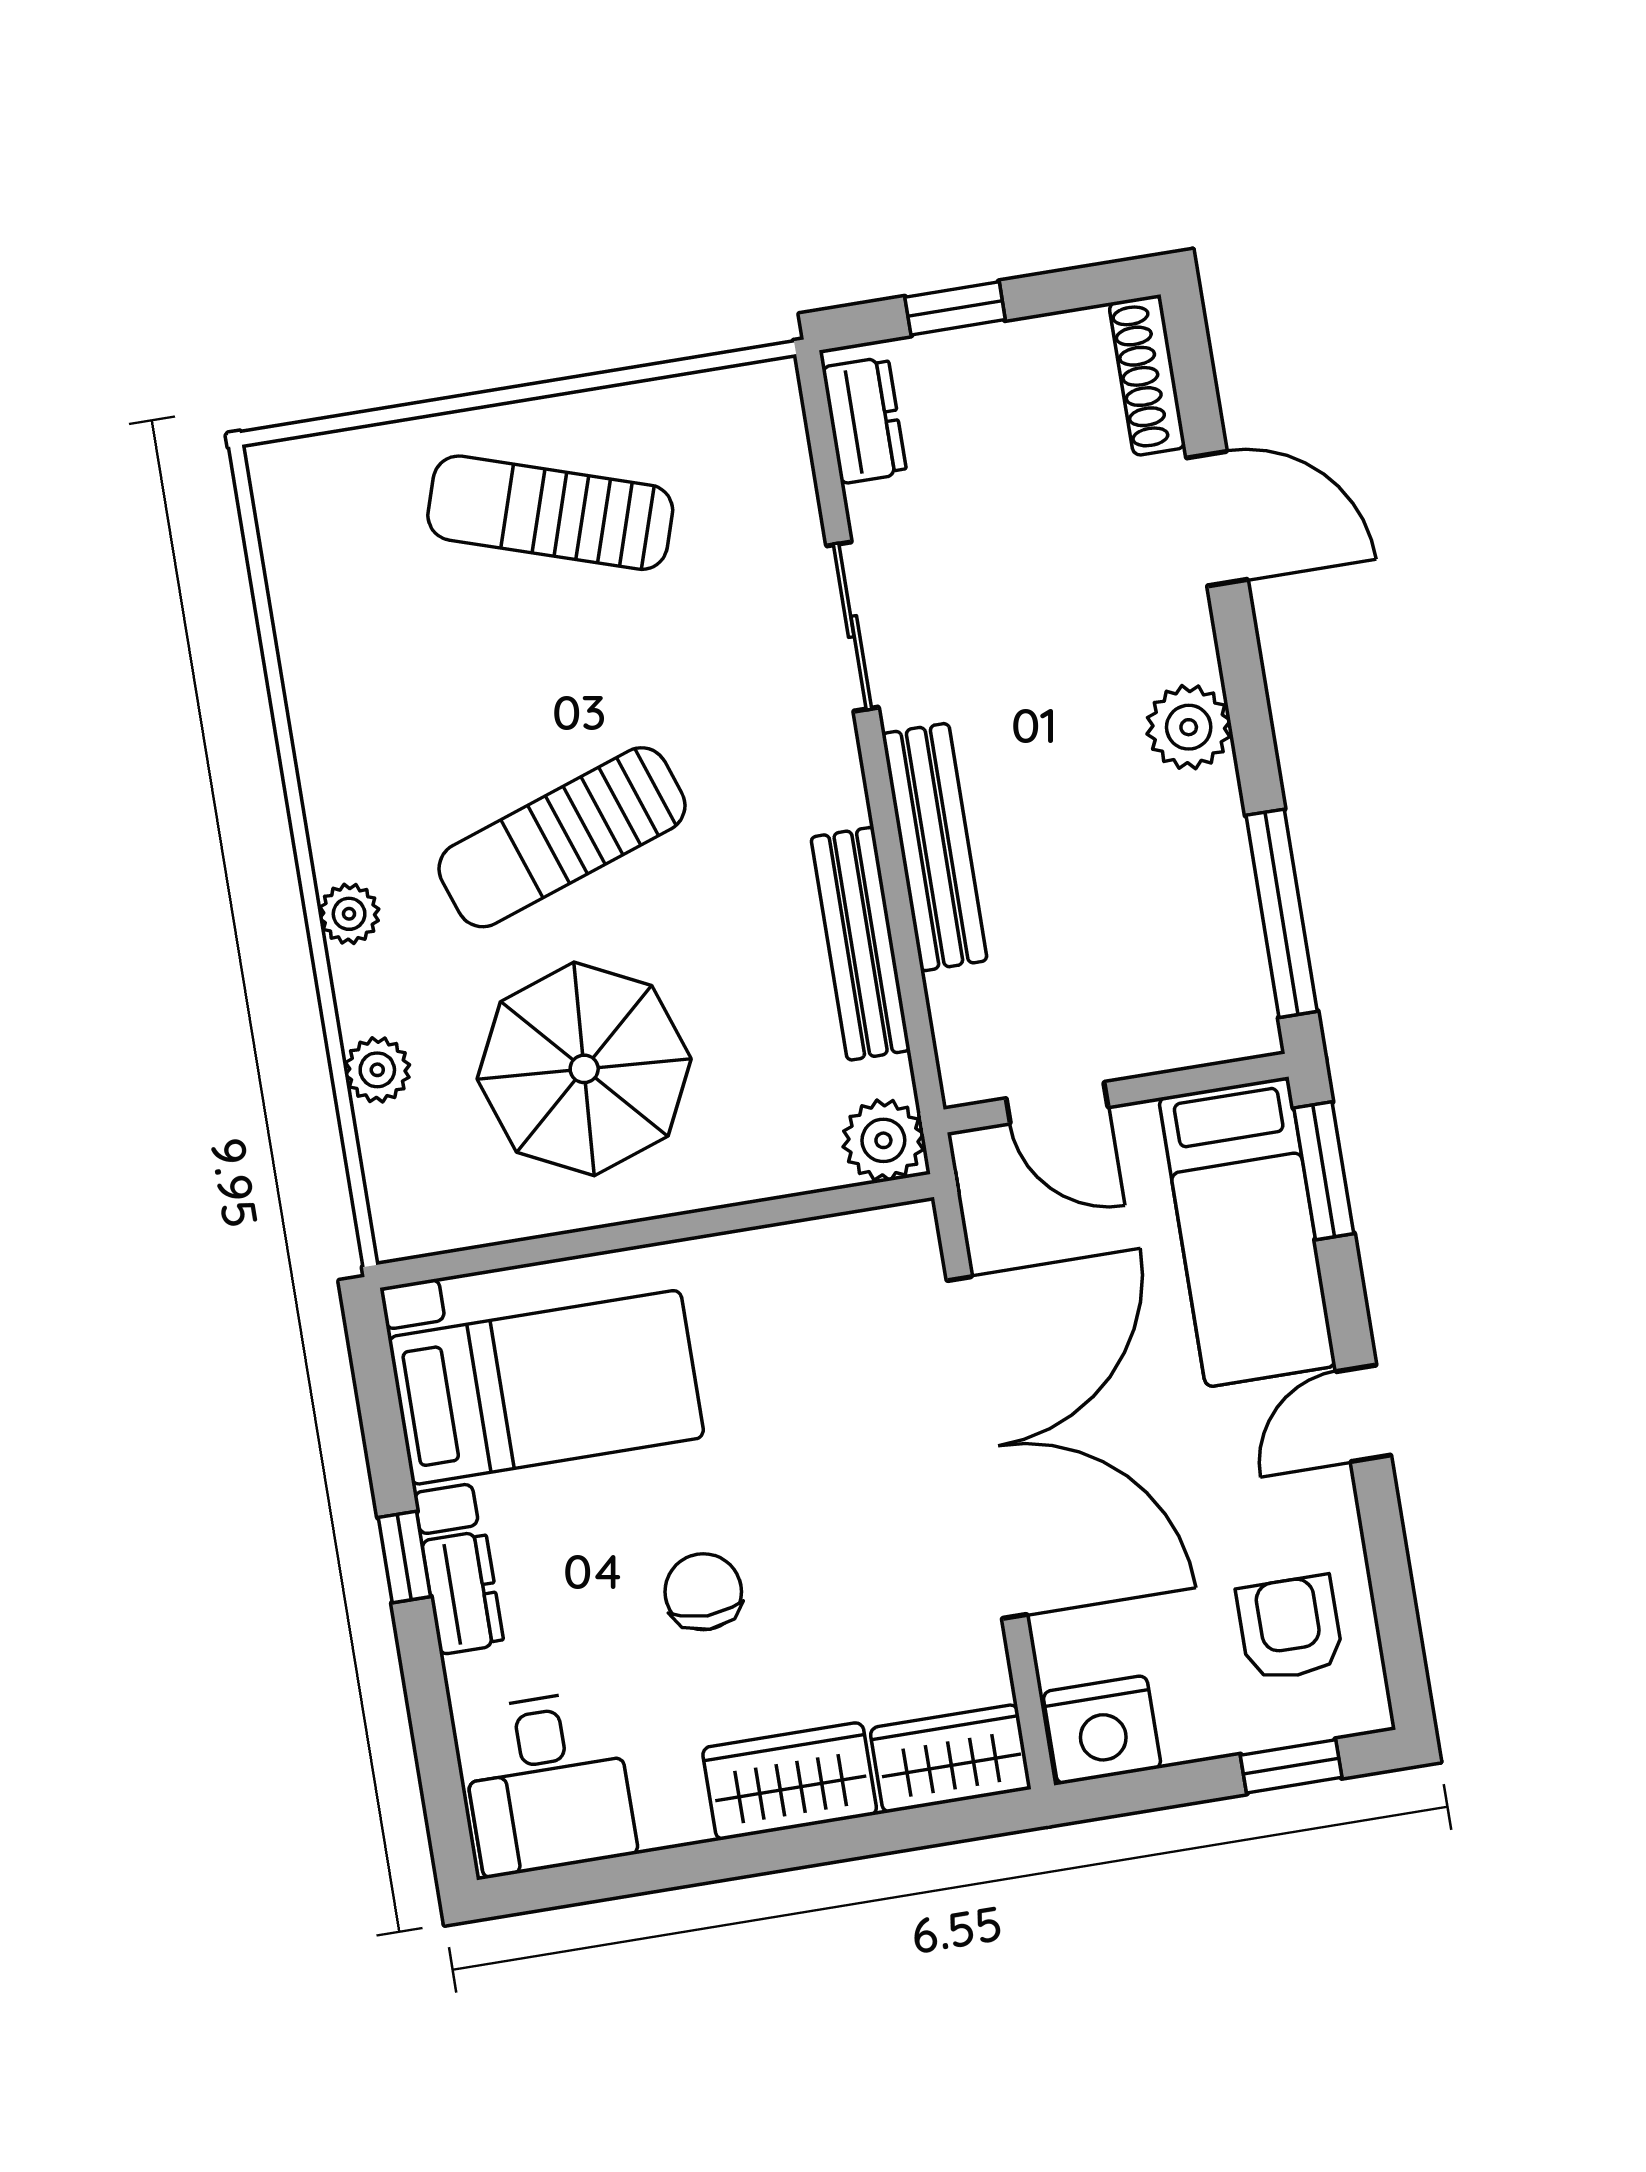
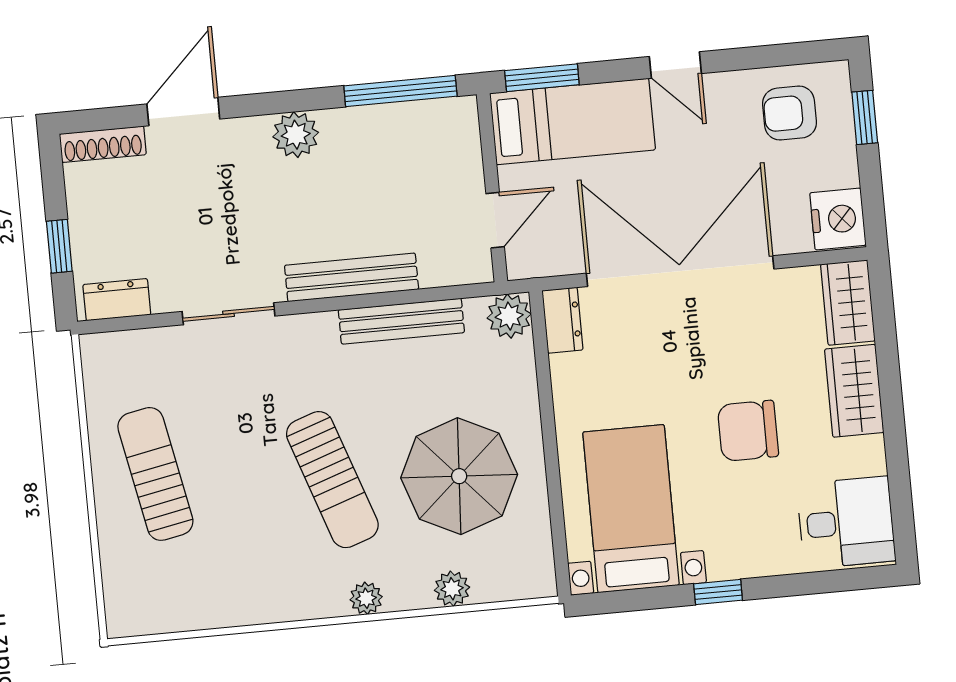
sun lounger: (550, 513) -> (155, 474), turned 151
chair: (703, 1592) -> (748, 431), width x1.37, depth x1.37
dresser: (463, 1593) -> (562, 320), moved, turned 90

